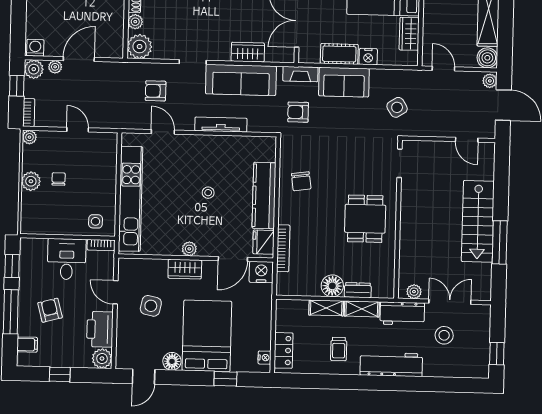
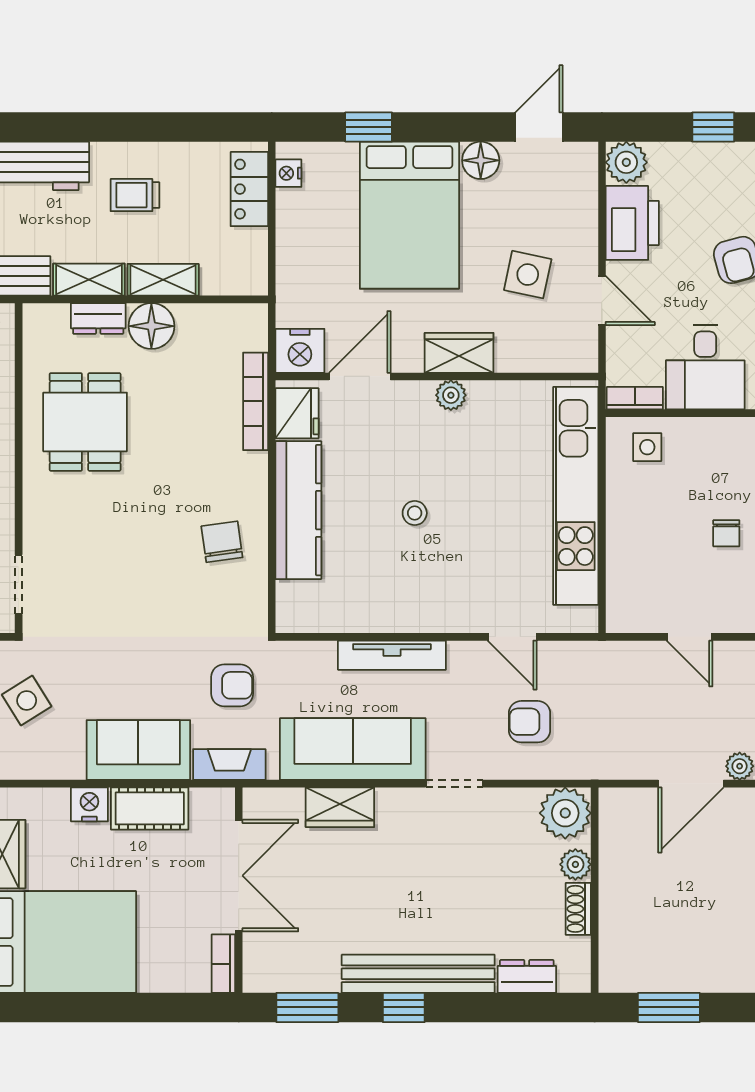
armchair: (156, 91) -> (529, 722), turned 180
dining table: (365, 219) -> (85, 422), moved
trolley: (339, 349) -> (135, 195), turned -90

